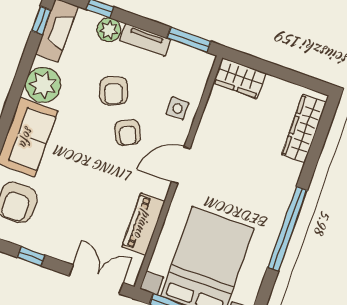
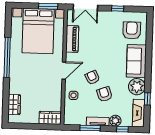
window: (41, 21) -> (147, 99), moved
window: (189, 40) -> (90, 128), moved
wardrobe: (304, 129) -> (14, 105), width x0.67

